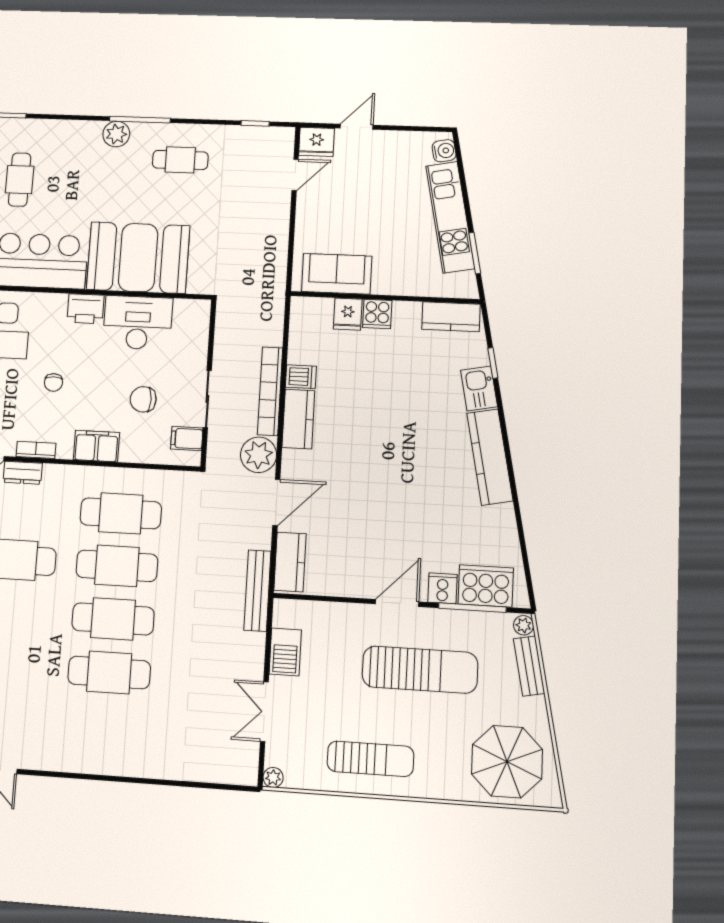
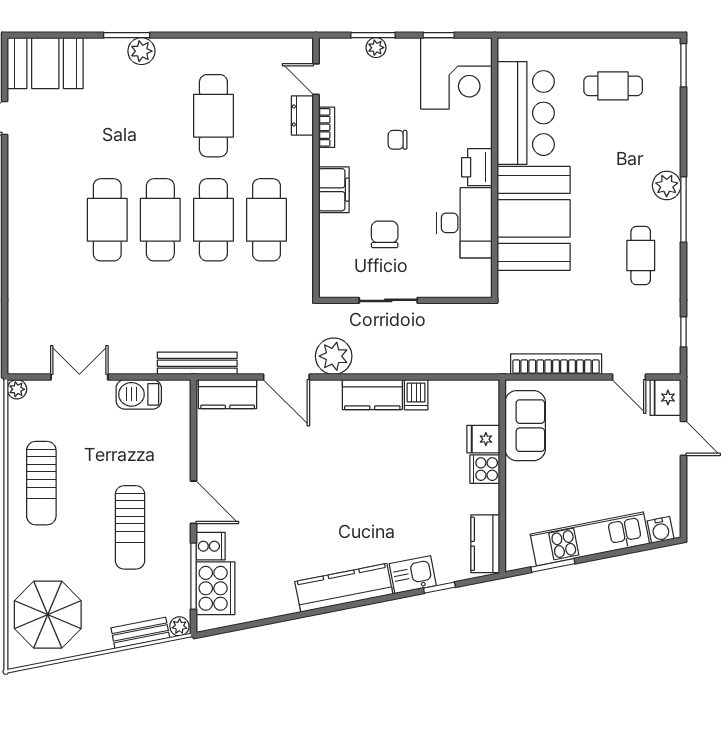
bookcase: (270, 391) -> (556, 364), moved
filing cabinet: (187, 438) -> (347, 282), removed
sun lounger: (420, 670) -> (130, 527), width x0.73, depth x0.75

